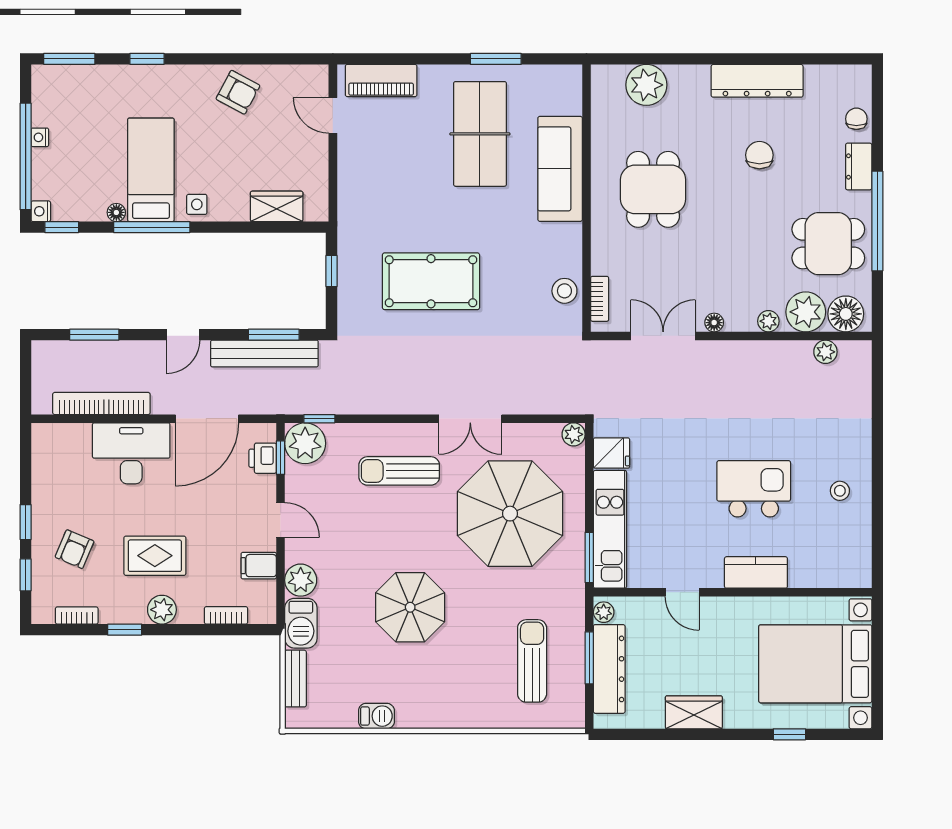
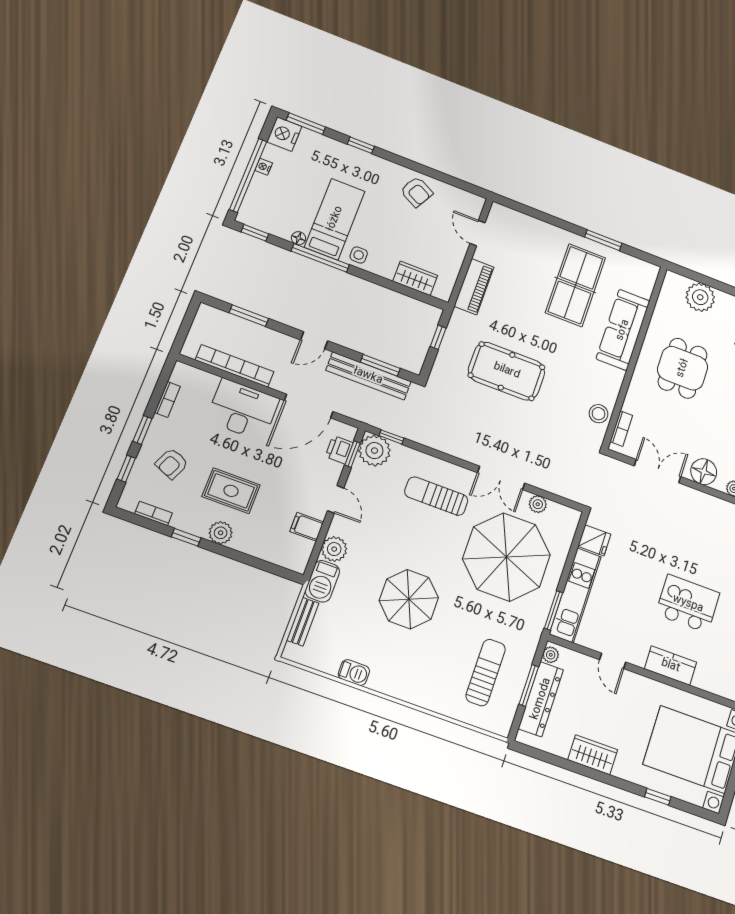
piano: (381, 80) -> (474, 287), moved, turned -90
nightstand: (41, 211) -> (284, 134), moved, width x1.89, depth x1.79
floor lamp: (714, 323) -> (704, 472), width x1.89, depth x1.89
plant: (574, 434) -> (538, 504), moved
bookcase: (226, 615) -> (168, 399), moved, turned 90

